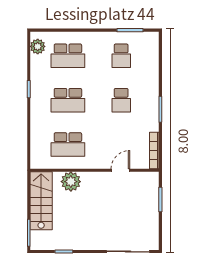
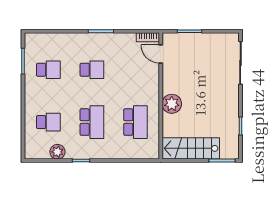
plant: (38, 46) -> (57, 152), moved
school desk: (68, 56) -> (48, 122), width x0.54
bookcase: (154, 151) -> (148, 37), width x0.64
door: (120, 170) -> (161, 54), moved
plant: (71, 182) -> (172, 104), moved

